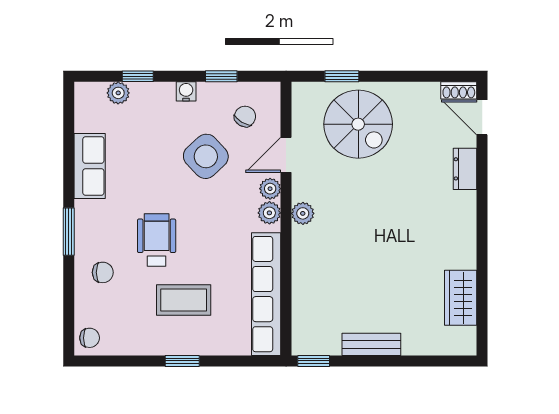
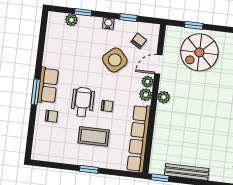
spiral stairs: (358, 124) -> (199, 52), turned 90
row of seats: (90, 166) -> (48, 85), moved
chair: (90, 338) -> (107, 106), moved
bench: (371, 344) -> (187, 172), width x1.36

